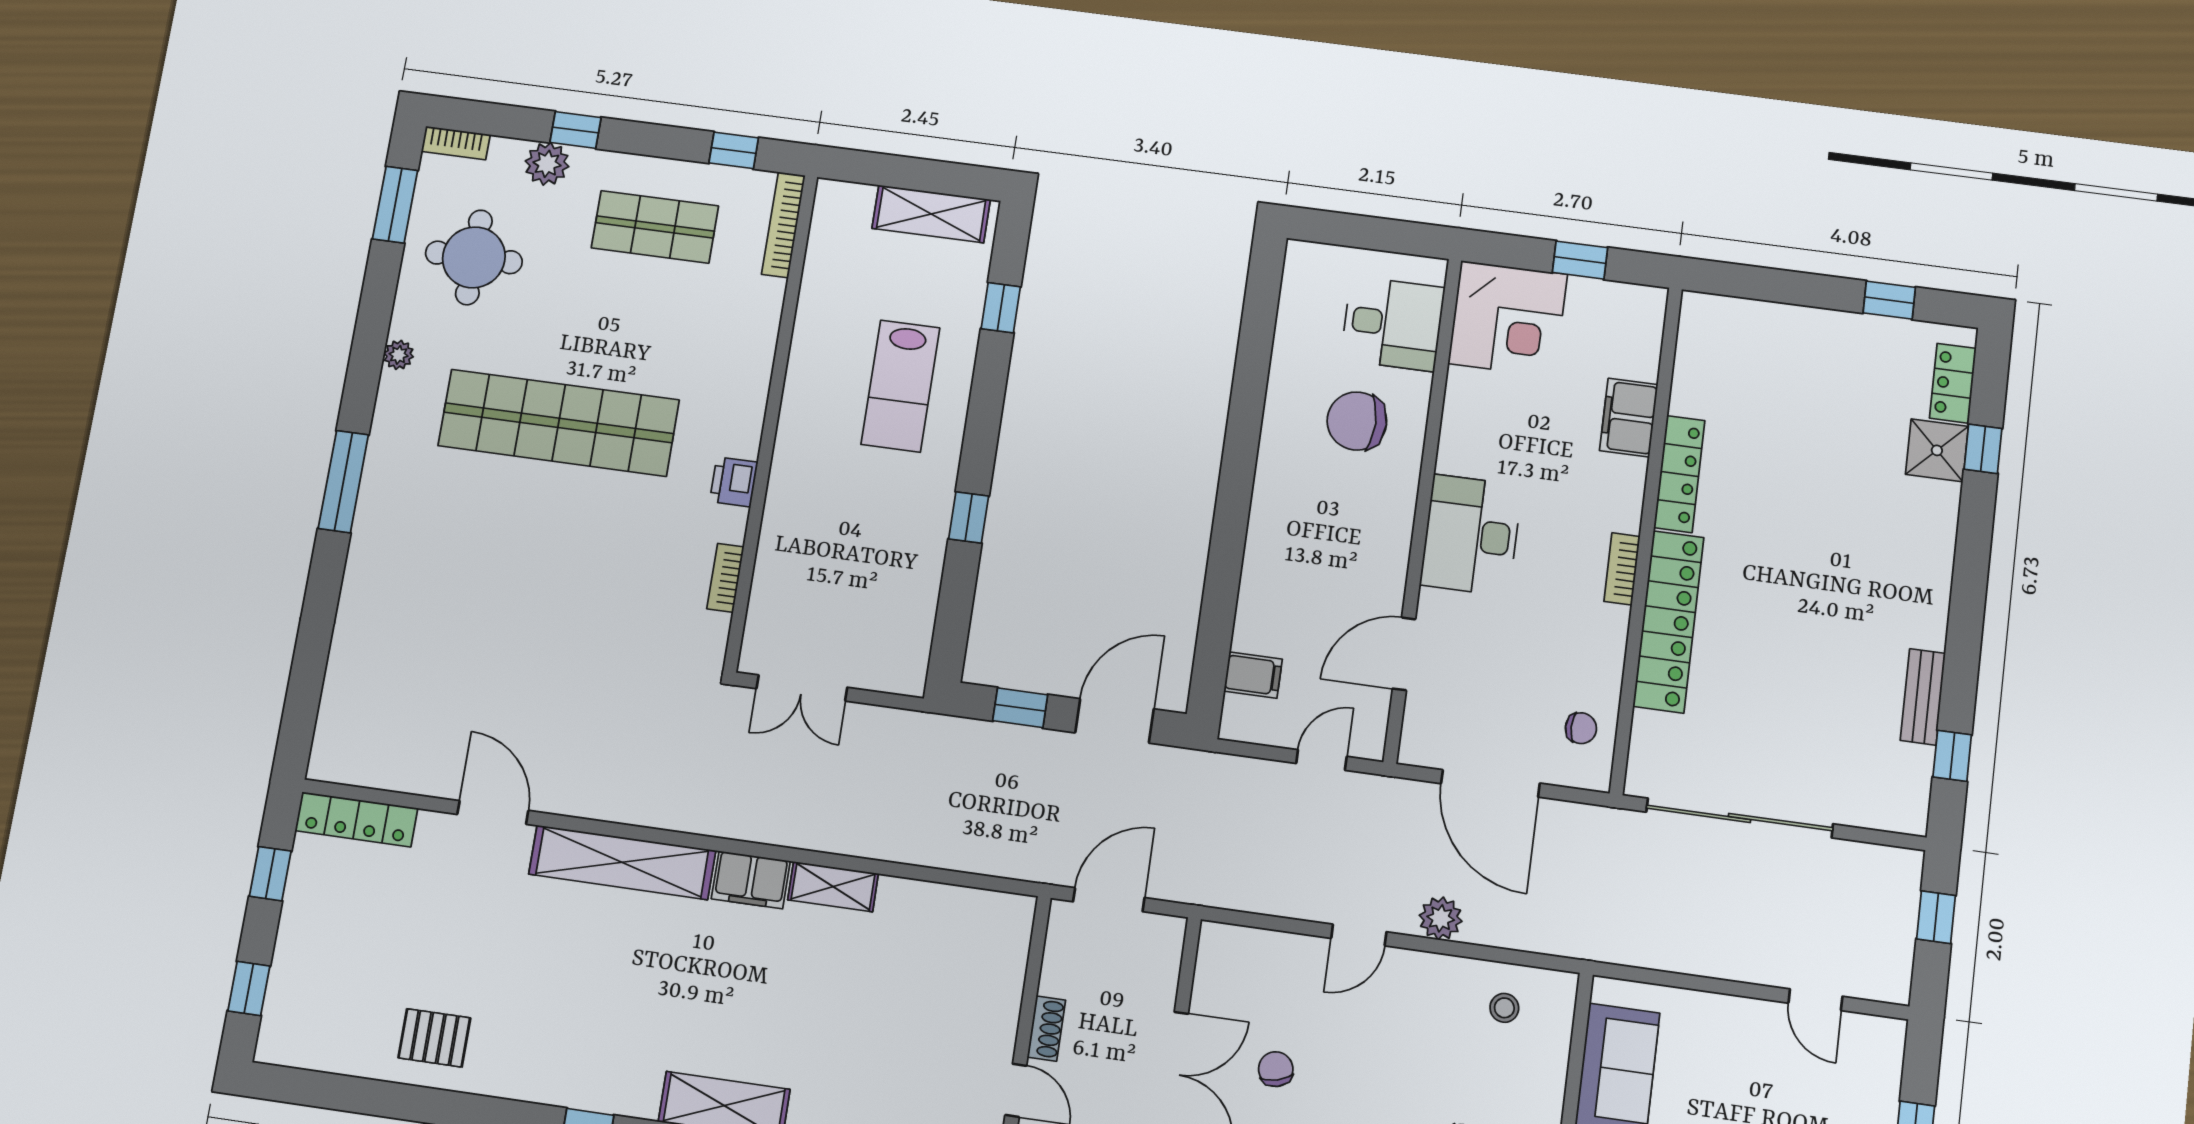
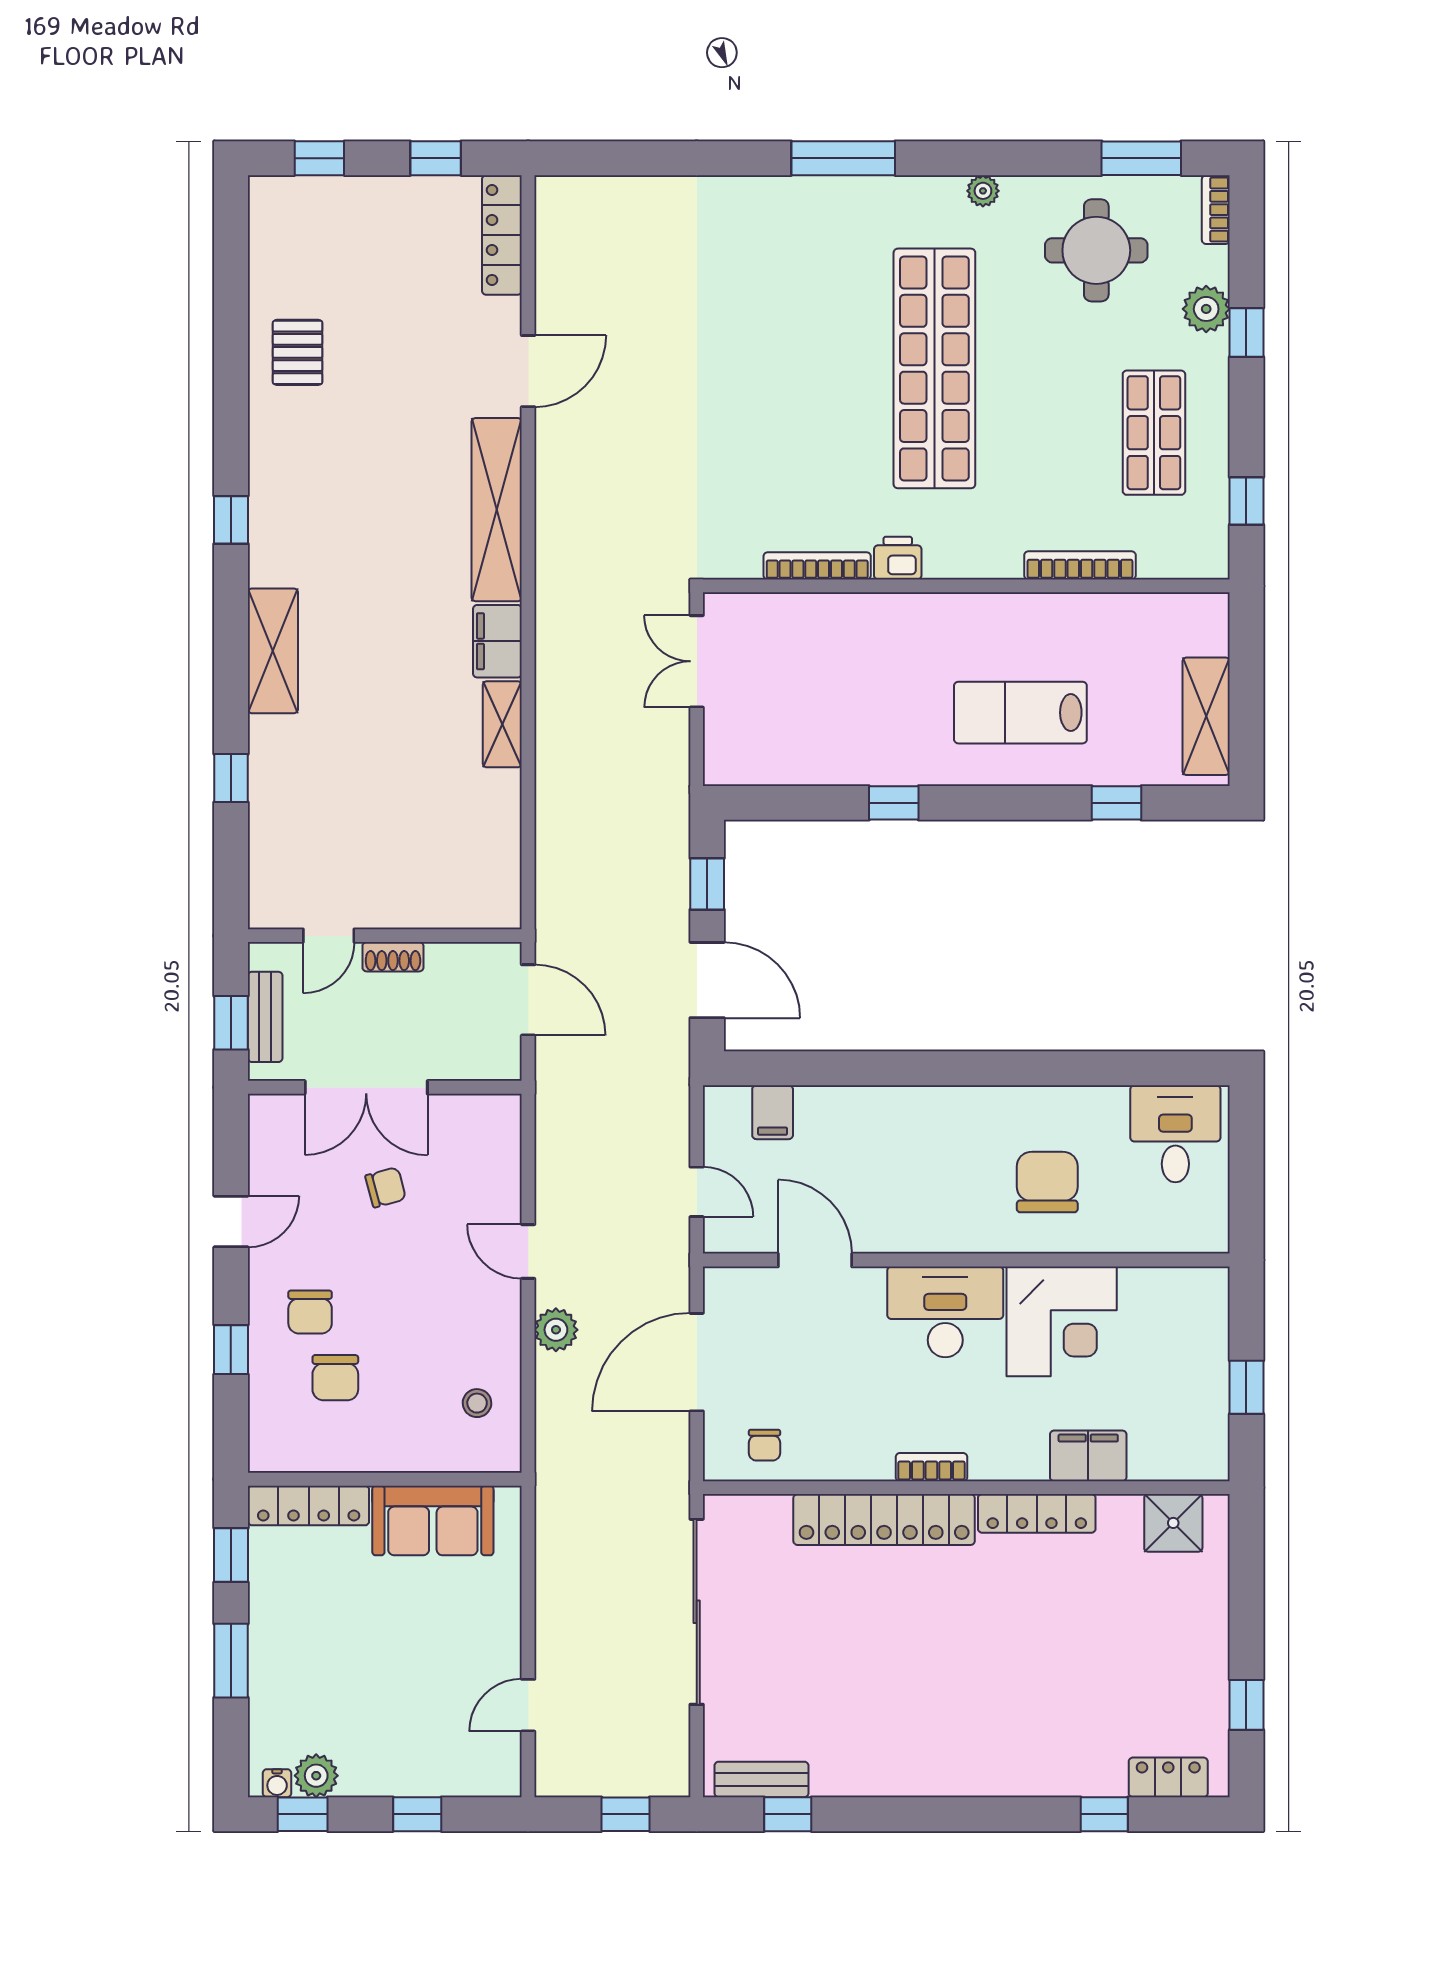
bookcase: (783, 225) -> (1080, 565), moved
corner desk: (1508, 319) -> (1062, 1321), moved, turned -90
desk: (1393, 324) -> (1175, 1134), moved, turned 180
shower: (1937, 450) -> (1173, 1523), moved
bookcase: (725, 578) -> (817, 566), width x1.56
bench: (1923, 697) -> (761, 1779), moved

